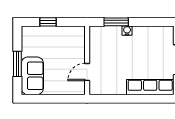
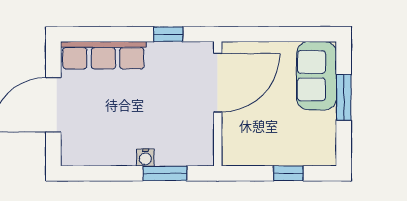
door: (87, 72) -> (218, 83), width x1.87
window: (114, 99) -> (168, 34), added

